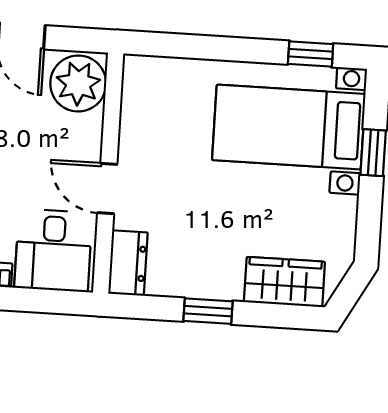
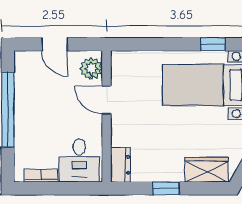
plant: (78, 84) -> (91, 68), width x0.73, depth x0.73
door: (107, 189) -> (107, 100), moved

